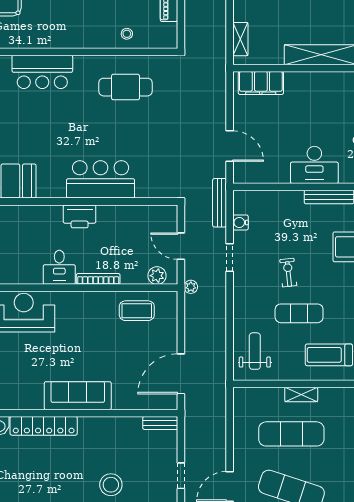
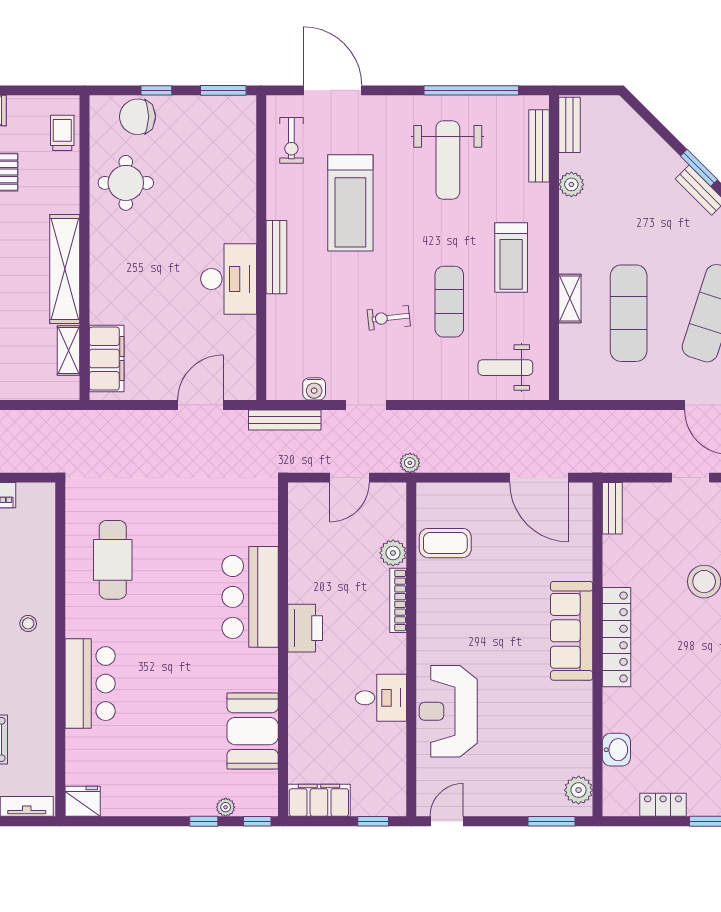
stool: (127, 34) -> (28, 623), moved
shelving: (240, 39) -> (68, 350), moved, turned 90
desk: (59, 267) -> (381, 698), moved
plant: (157, 276) -> (393, 553), moved
coffee table: (137, 311) -> (445, 543), turned 90
locker: (44, 426) -> (616, 637), moved

